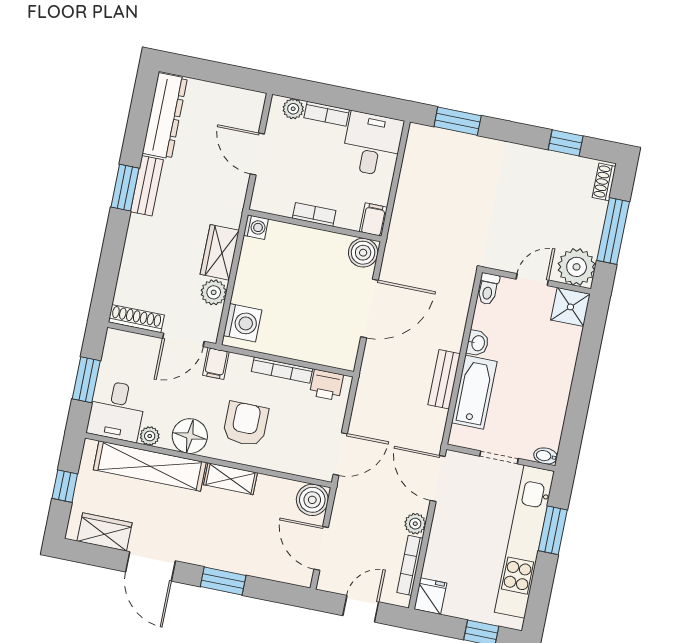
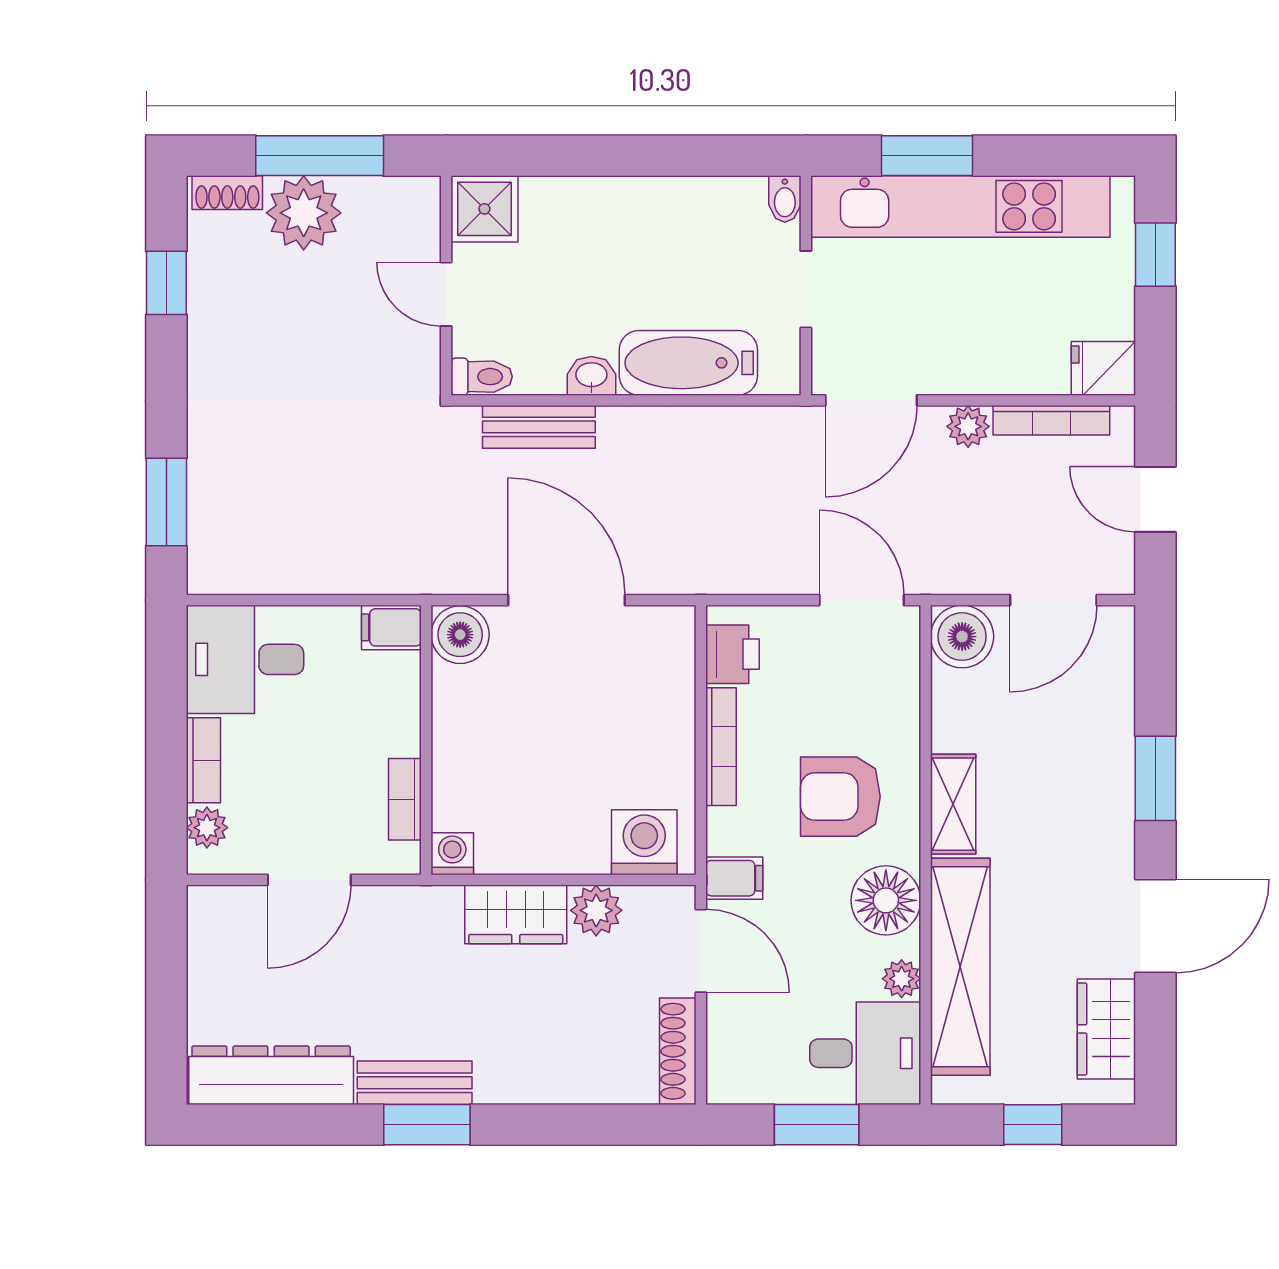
bookcase: (314, 214) -> (405, 799), moved
plant: (577, 267) -> (304, 213), moved
bench: (444, 379) -> (539, 427), moved

